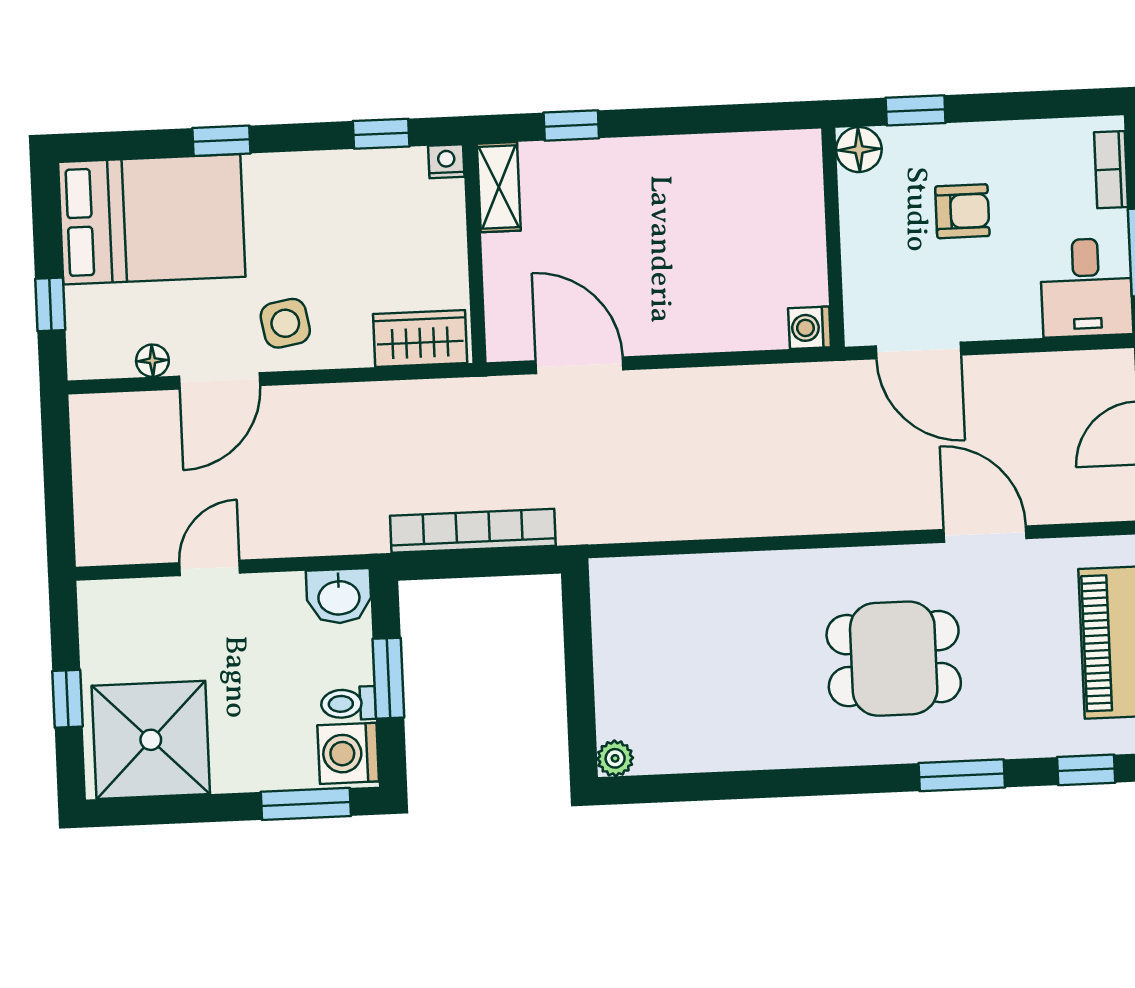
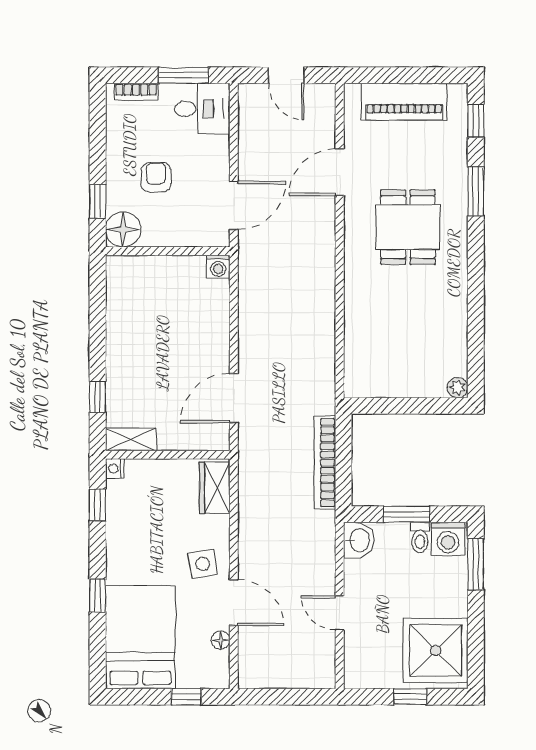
floor lamp: (859, 150) -> (123, 229), width x1.38, depth x1.38

